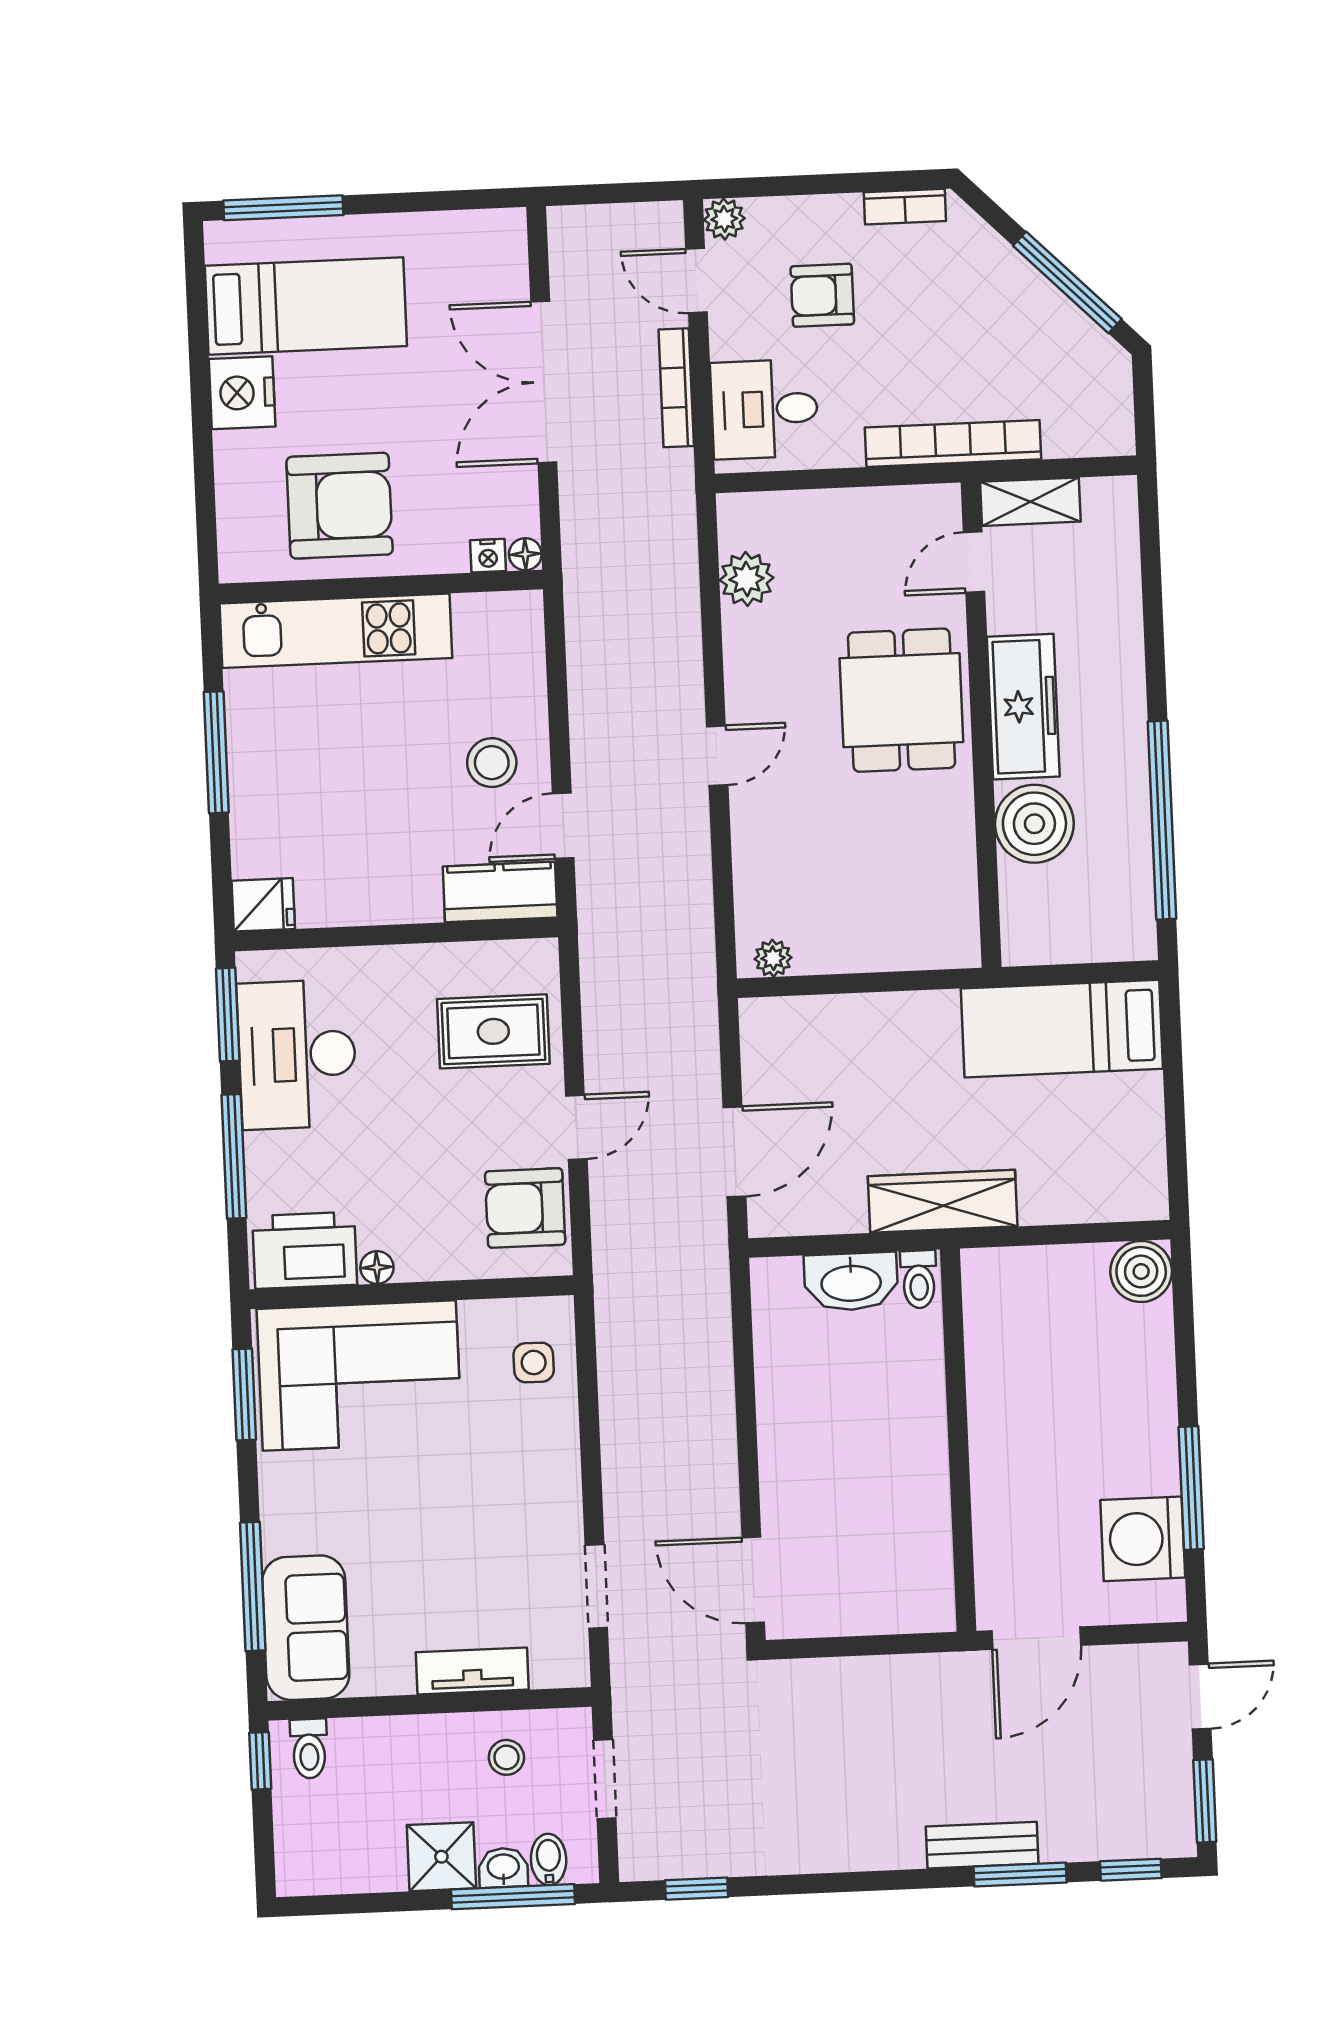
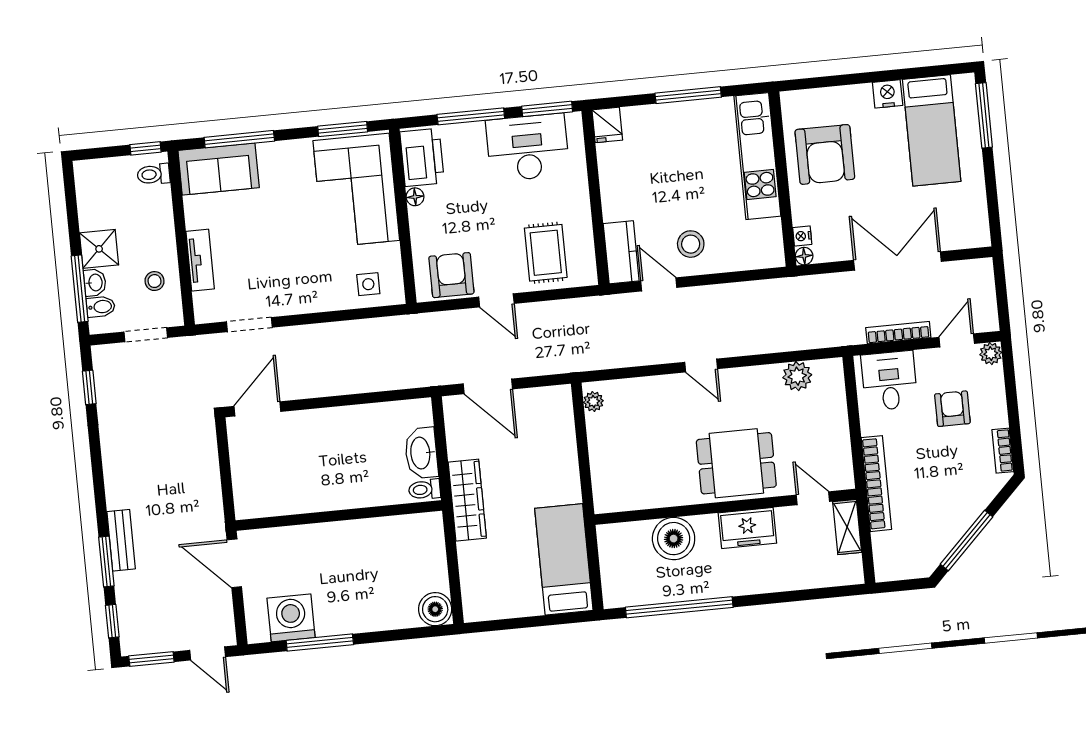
nightstand: (242, 393) -> (888, 94), width x0.74, depth x0.75
freezer: (1023, 707) -> (747, 528), width x0.71

